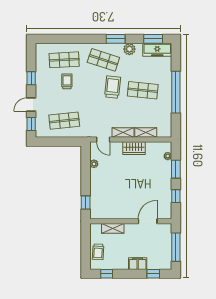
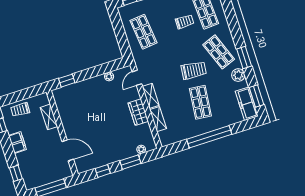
shop shelf: (103, 60) -> (219, 52), turned -39
filing cabinet: (138, 264) -> (17, 142), moved

